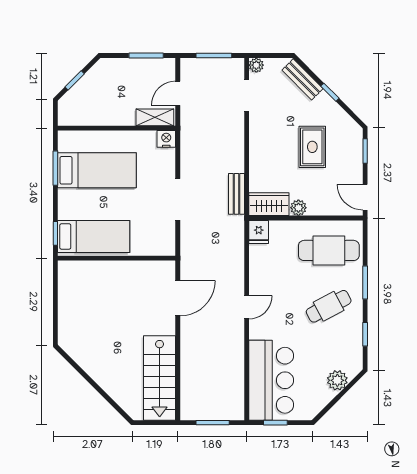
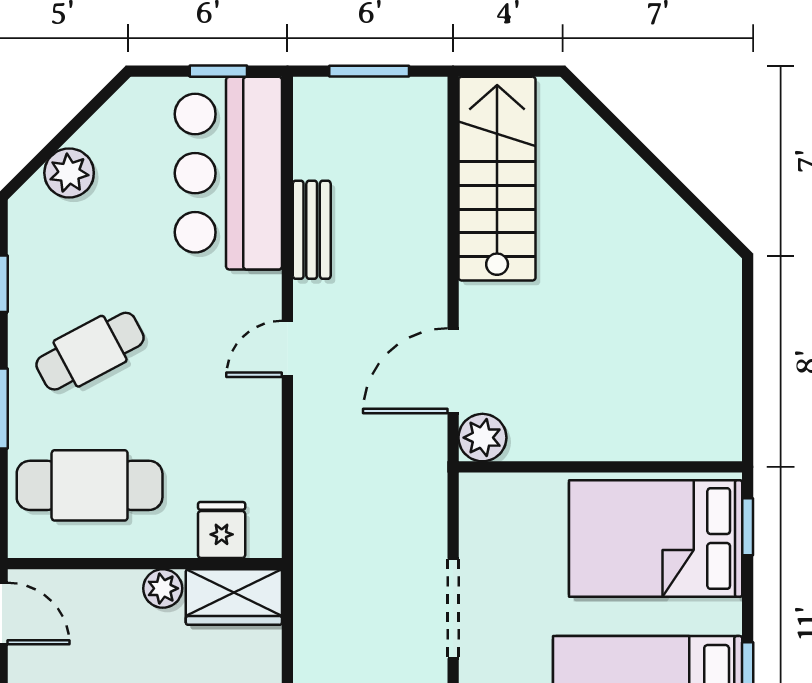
bench: (237, 194) -> (312, 230), moved
fridge: (259, 232) -> (222, 530), moved
bed: (94, 236) -> (656, 539), width x1.50
plant: (166, 270) -> (482, 438), added

